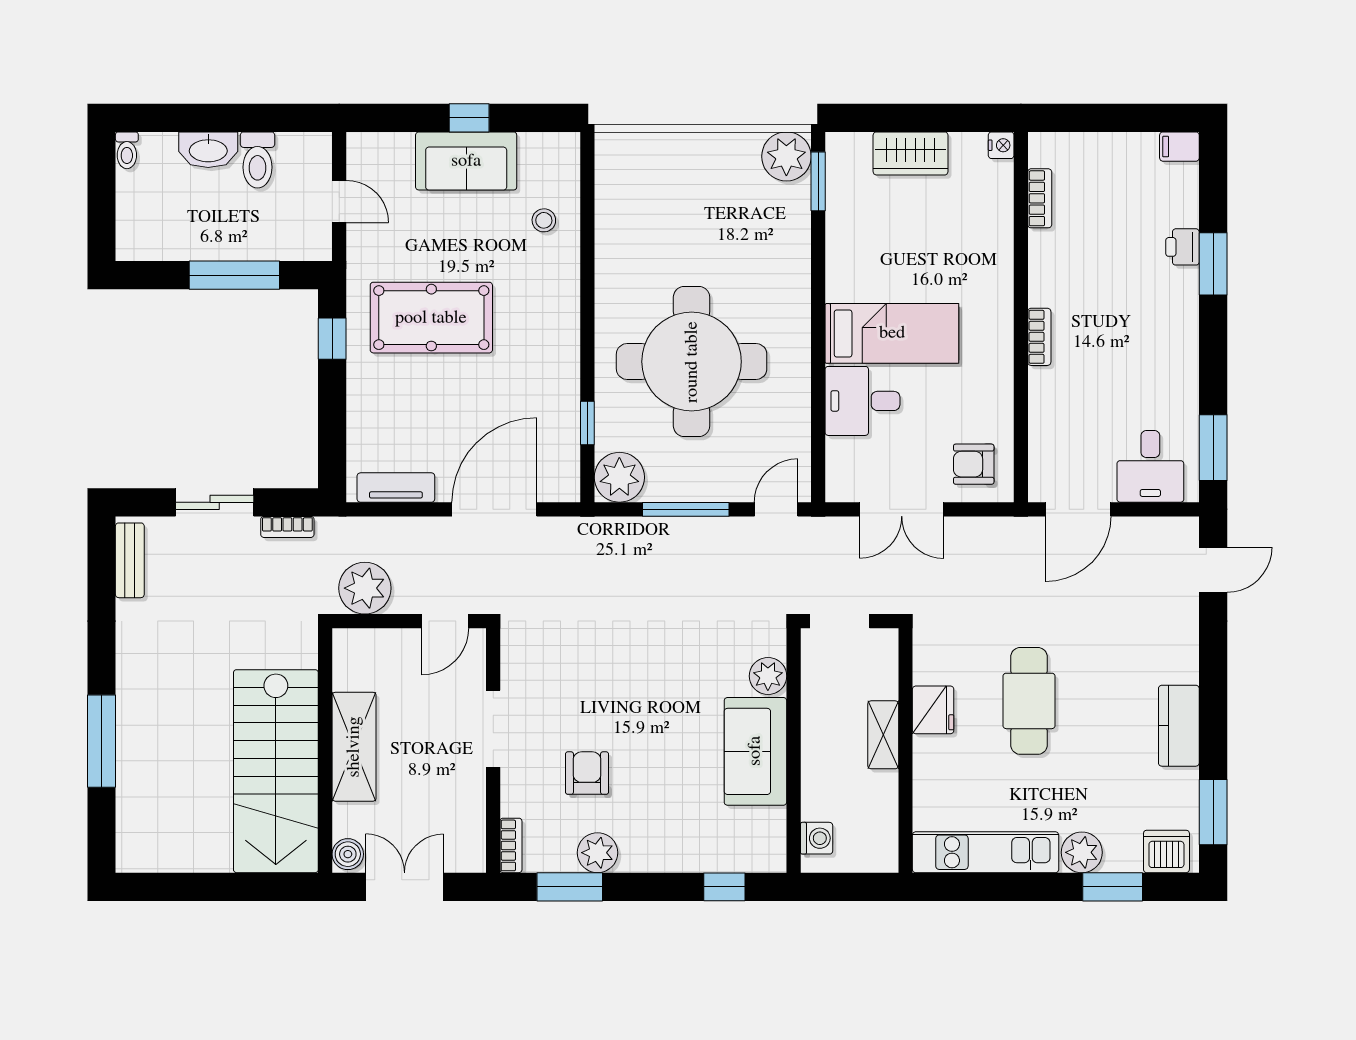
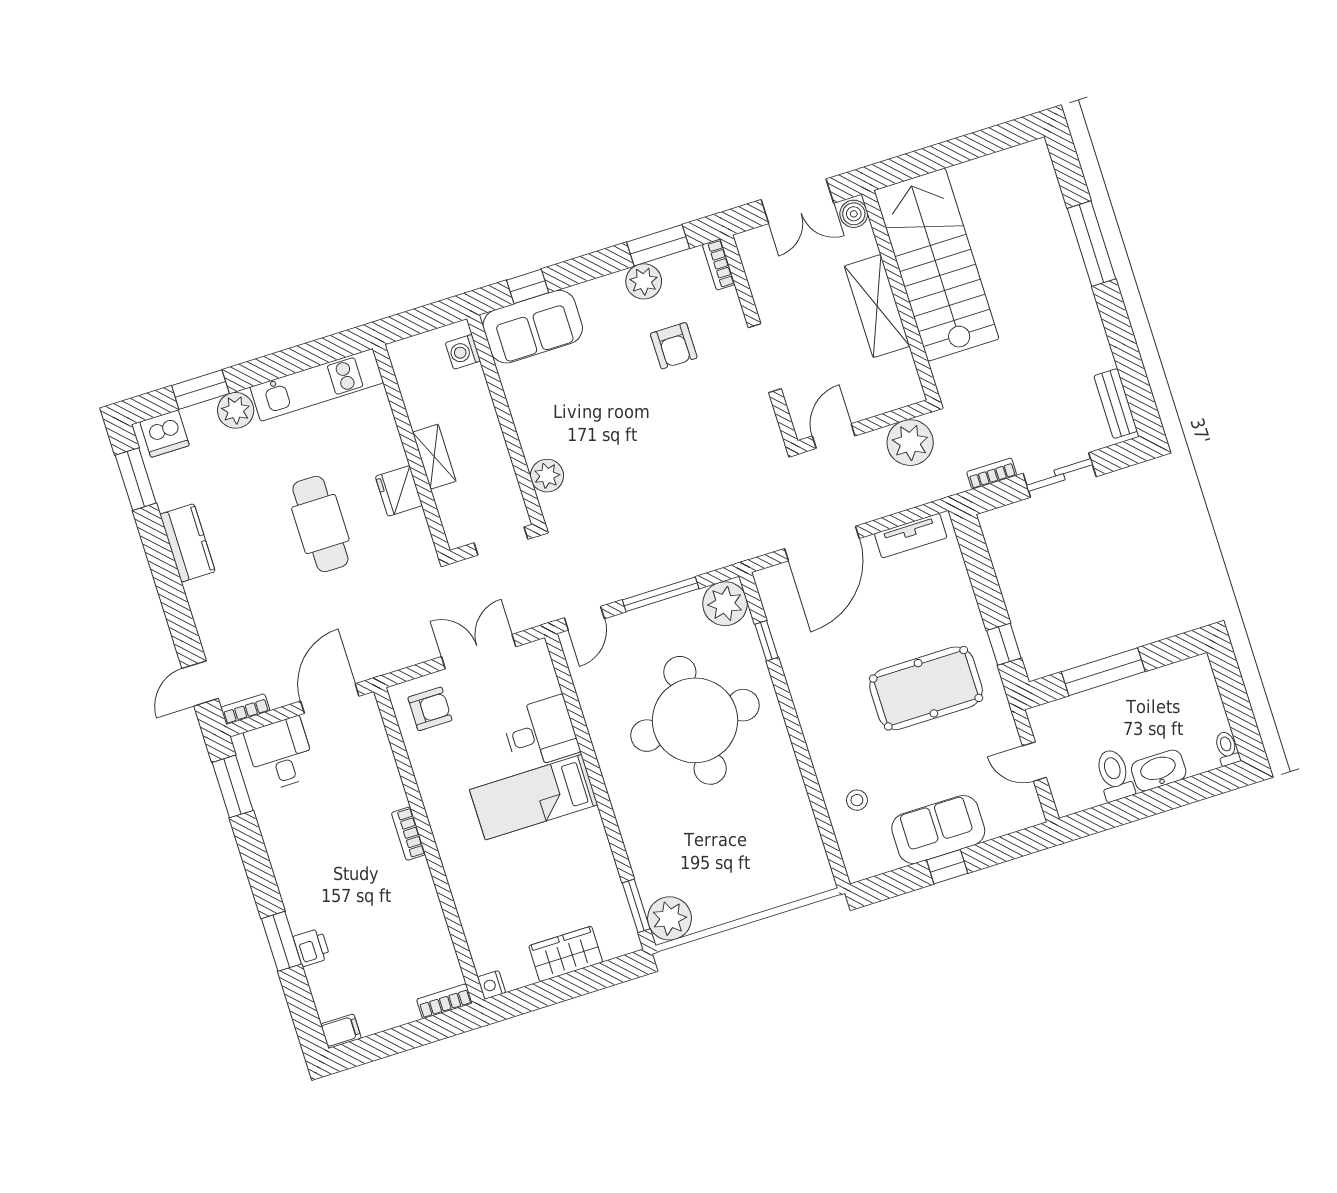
bookcase: (1040, 198) -> (444, 1001), moved, turned 90
bookcase: (1173, 527) -> (245, 709), added
sofa: (755, 751) -> (533, 327), moved, turned 90

